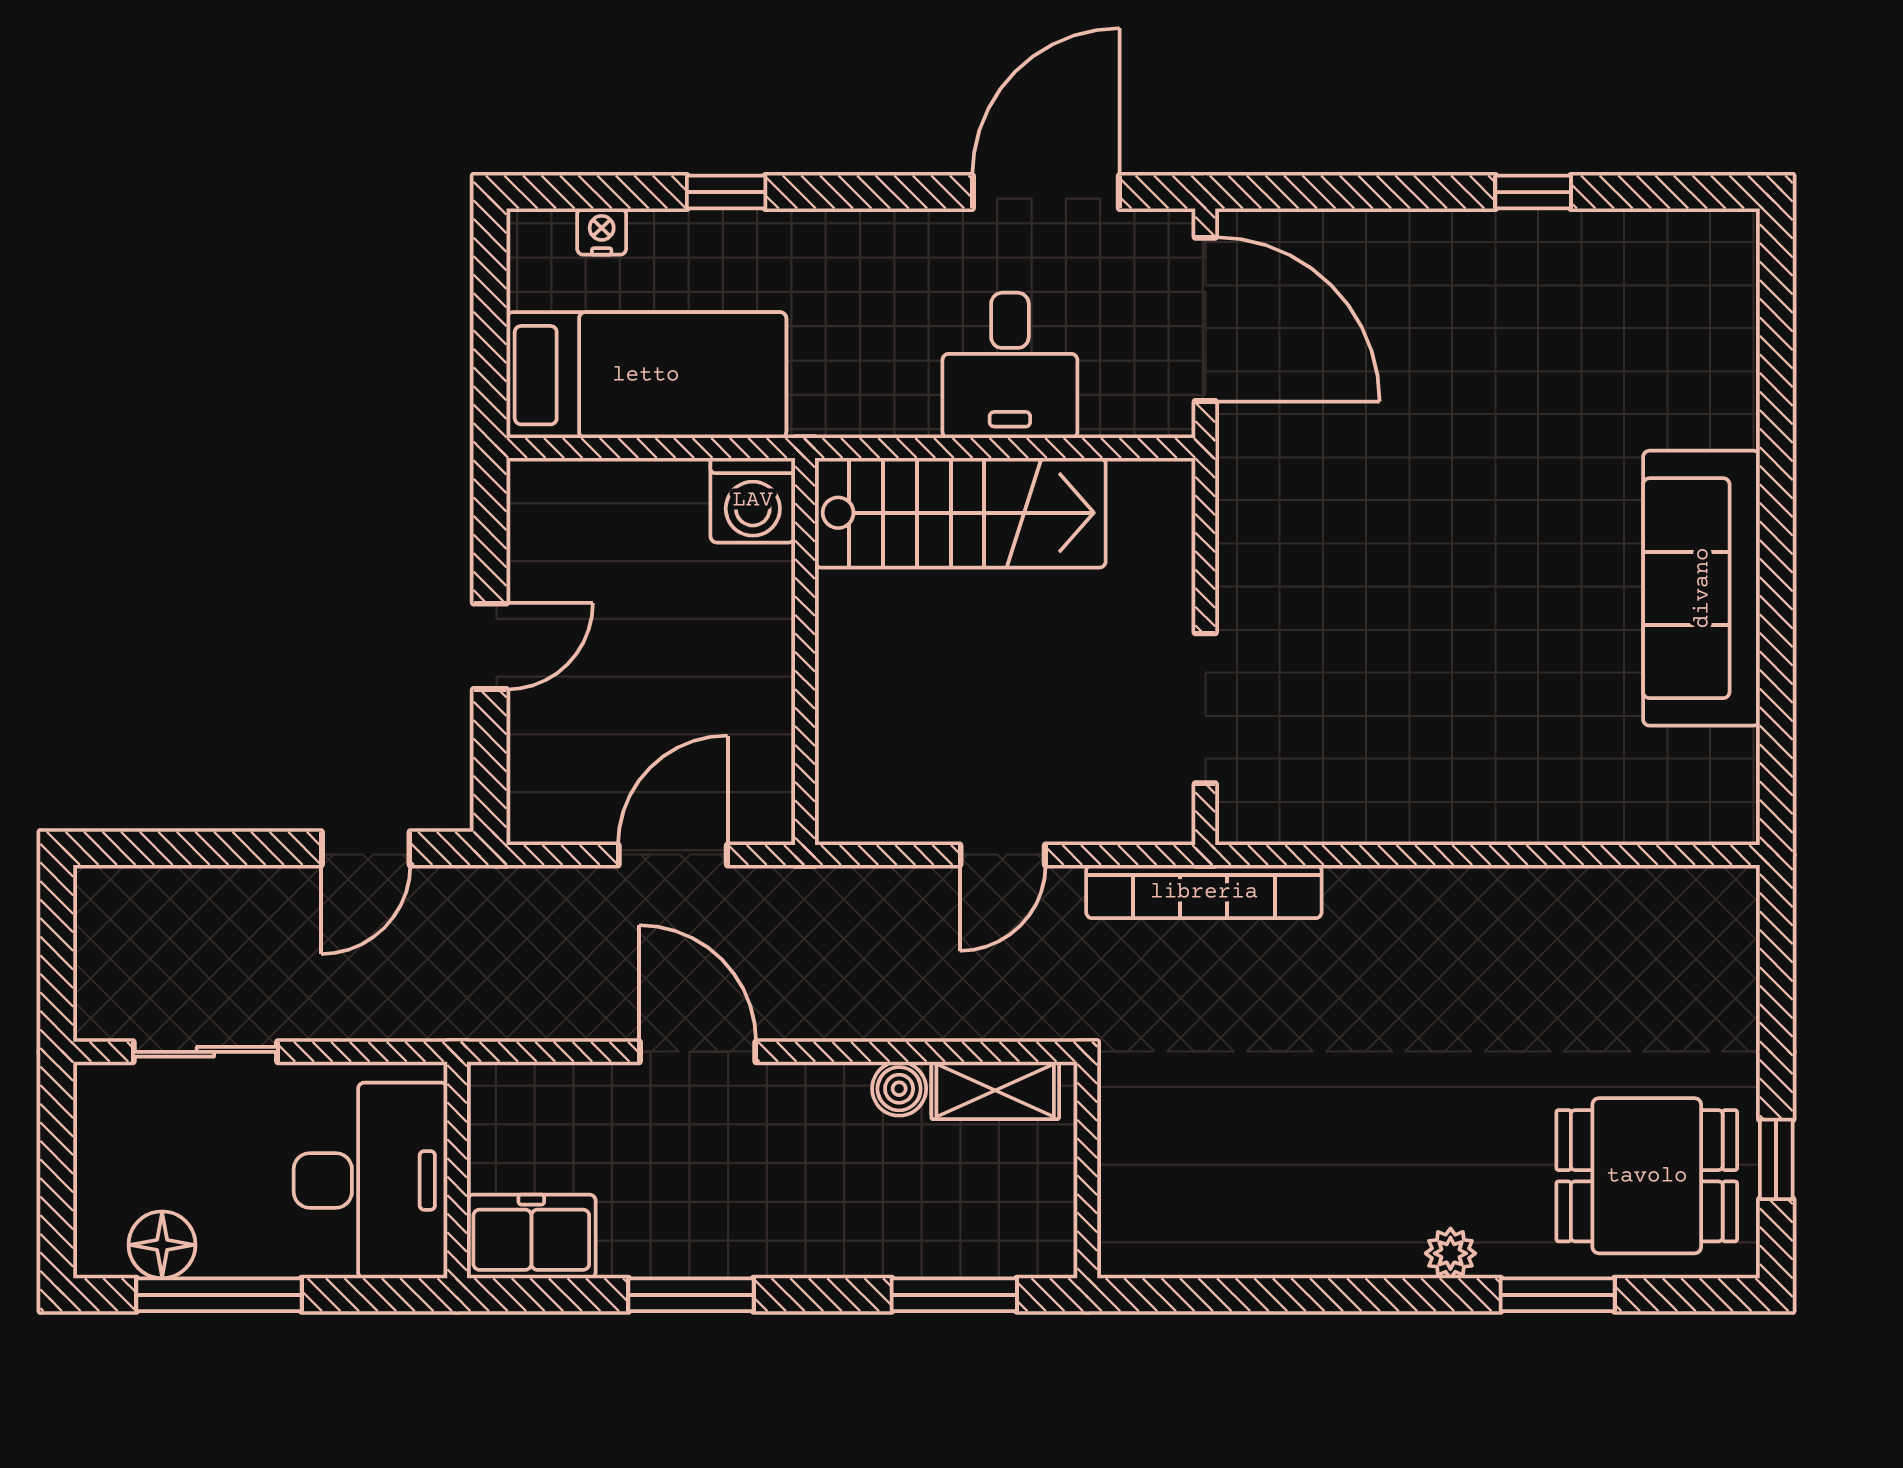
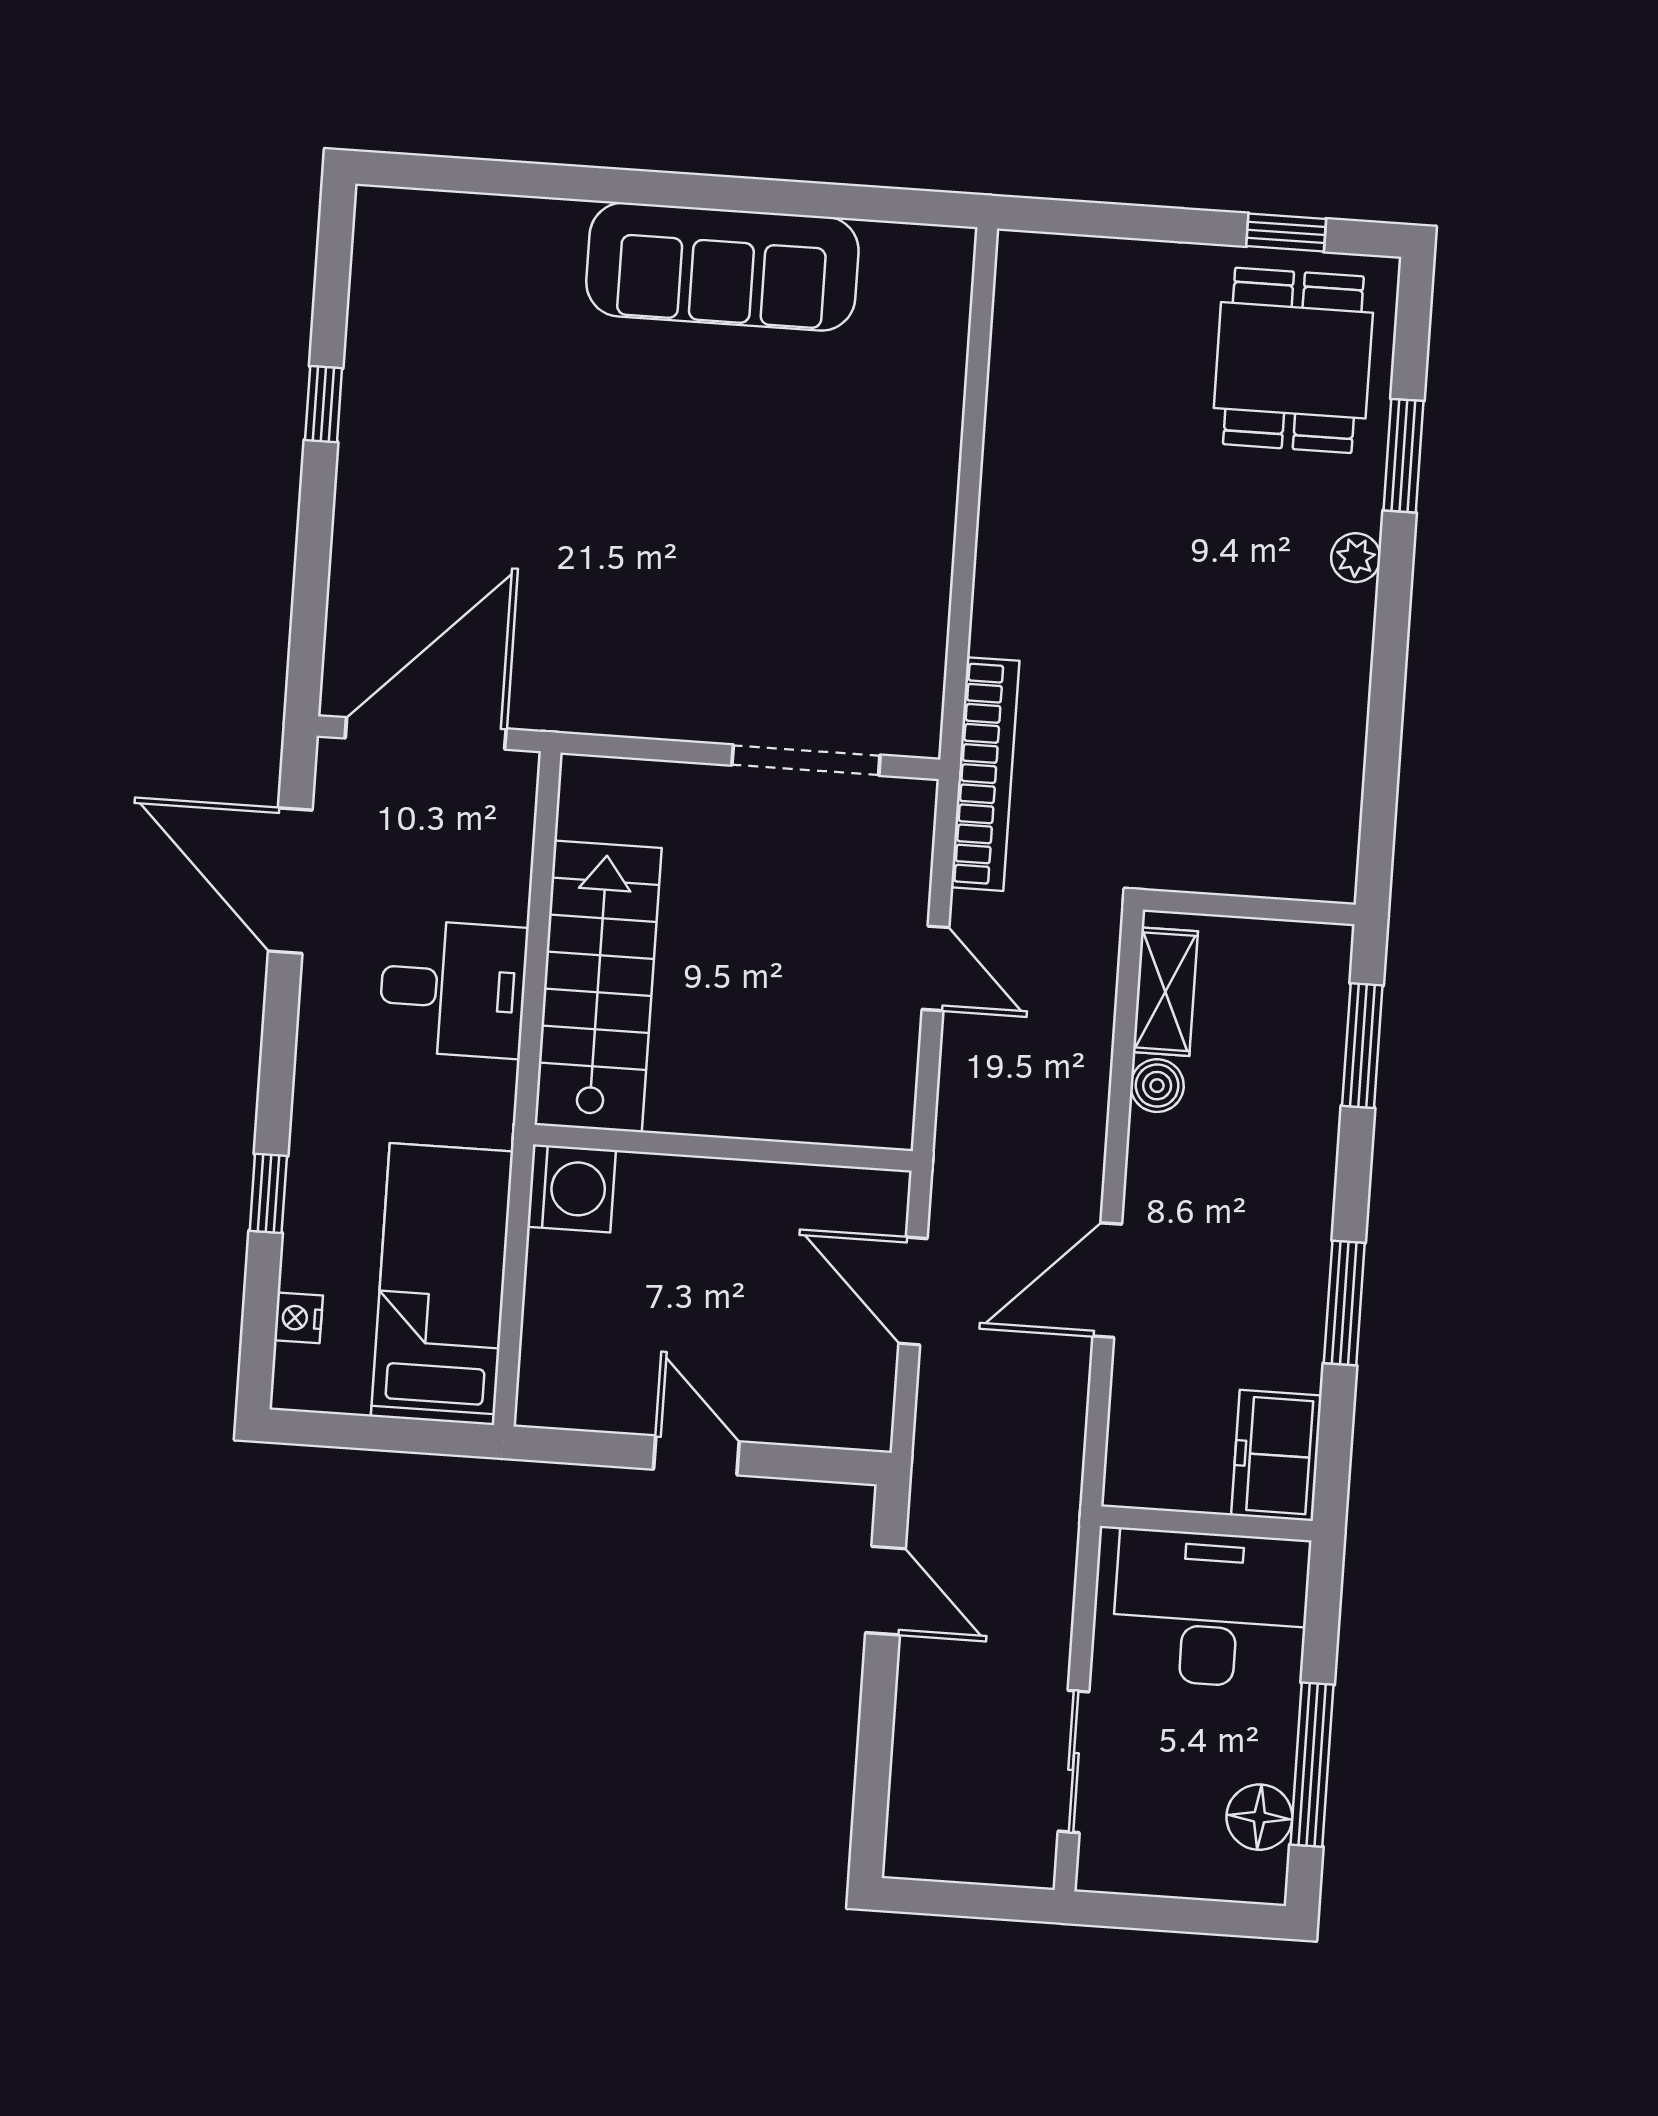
desk: (1010, 365) -> (453, 989), moved

